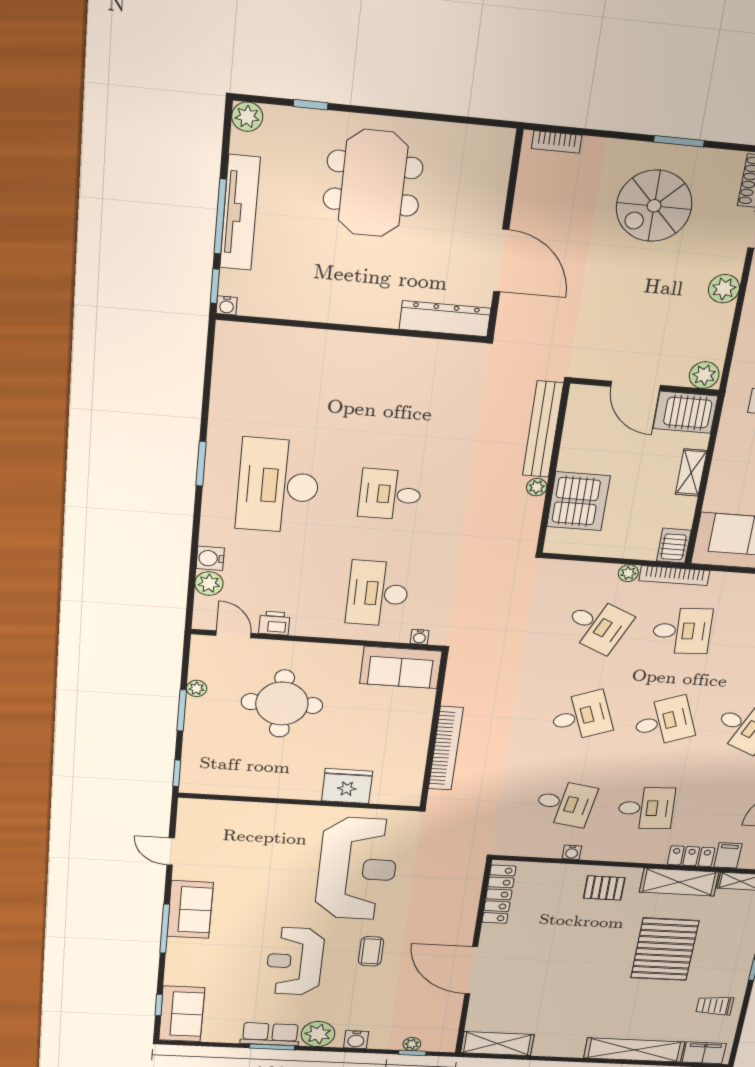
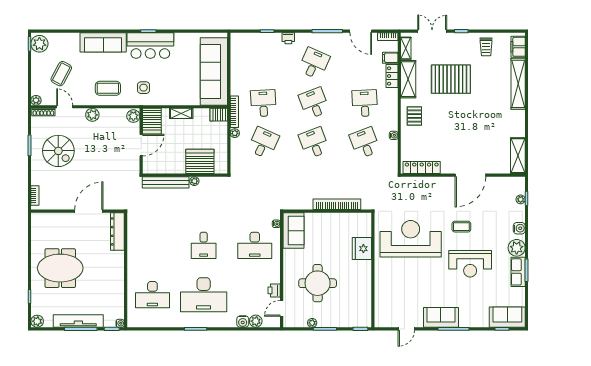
desk: (288, 381) -> (152, 295), added
desk: (565, 803) -> (365, 143), turned -30

